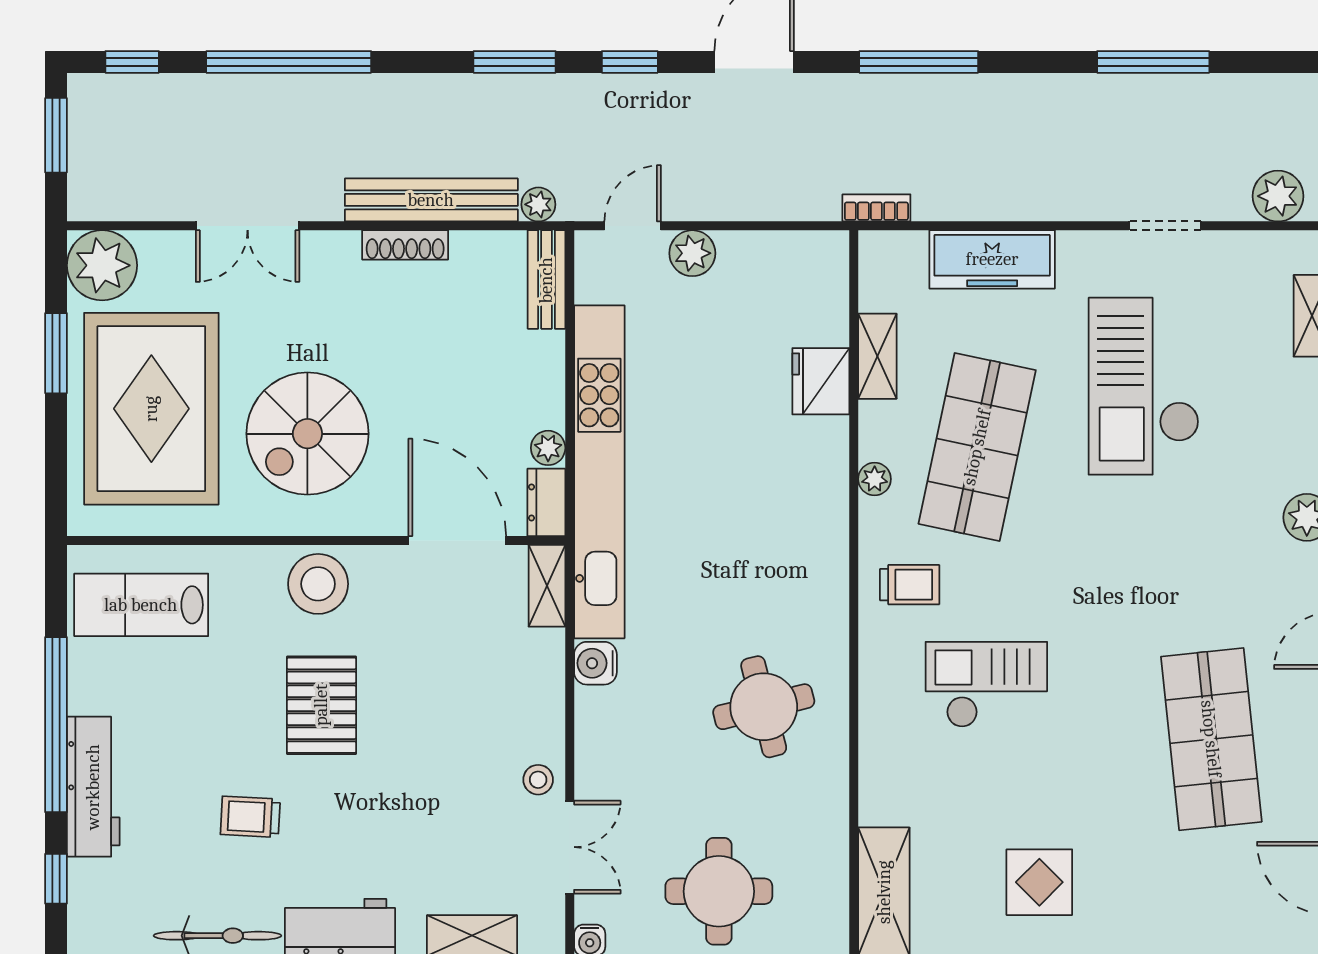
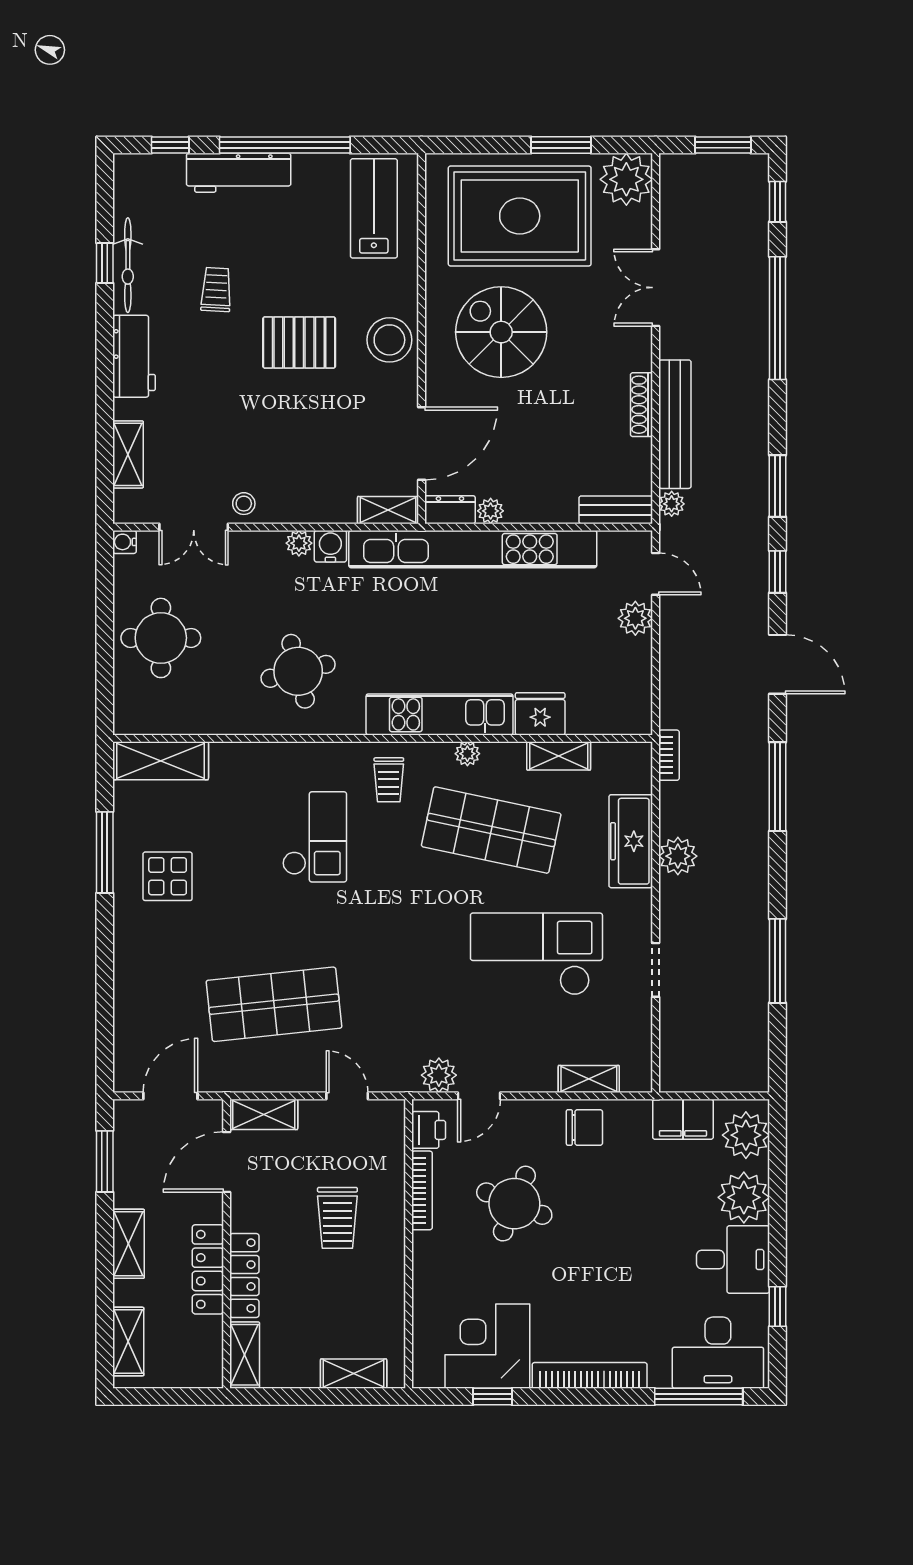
plant: (1278, 196) -> (678, 856), moved
kitchen unit: (822, 516) -> (440, 714), added
plant: (591, 705) -> (299, 543), added

